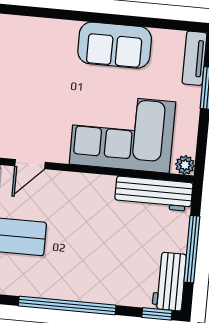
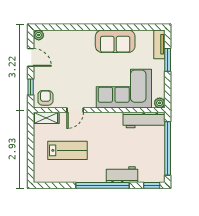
window: (192, 249) -> (168, 148), width x1.46
workbench: (169, 281) -> (122, 175), moved, turned 90

